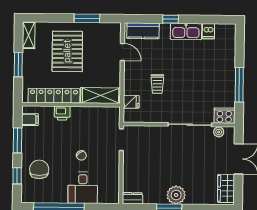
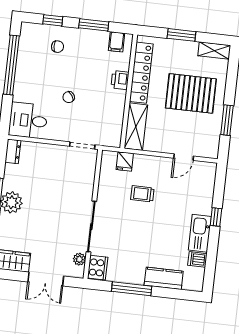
kitchen counter: (143, 31) -> (164, 278), moved, turned 90
chair: (39, 169) -> (58, 47), width x0.54, depth x0.54
desk: (83, 188) -> (28, 120), moved

